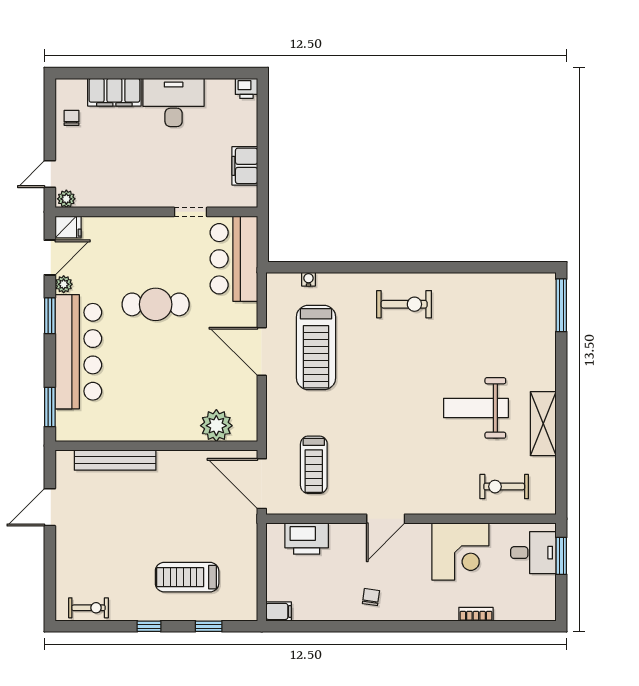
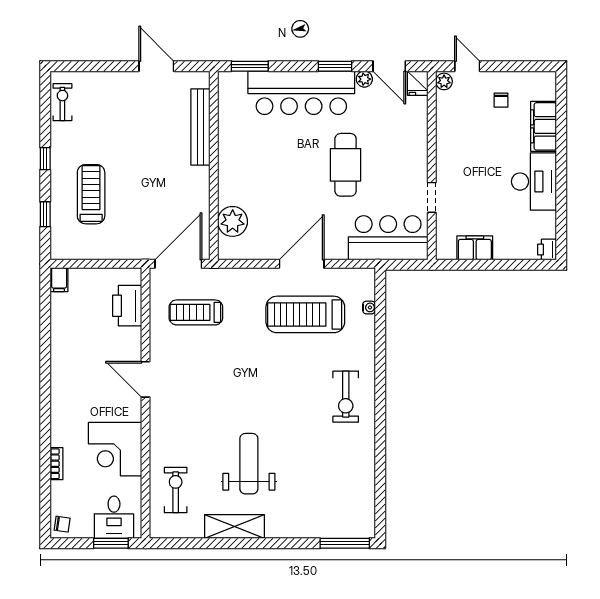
chair: (71, 118) -> (501, 100), moved, turned 90
chair: (371, 597) -> (62, 524), moved
exercise bike: (89, 608) -> (62, 102), turned 180

